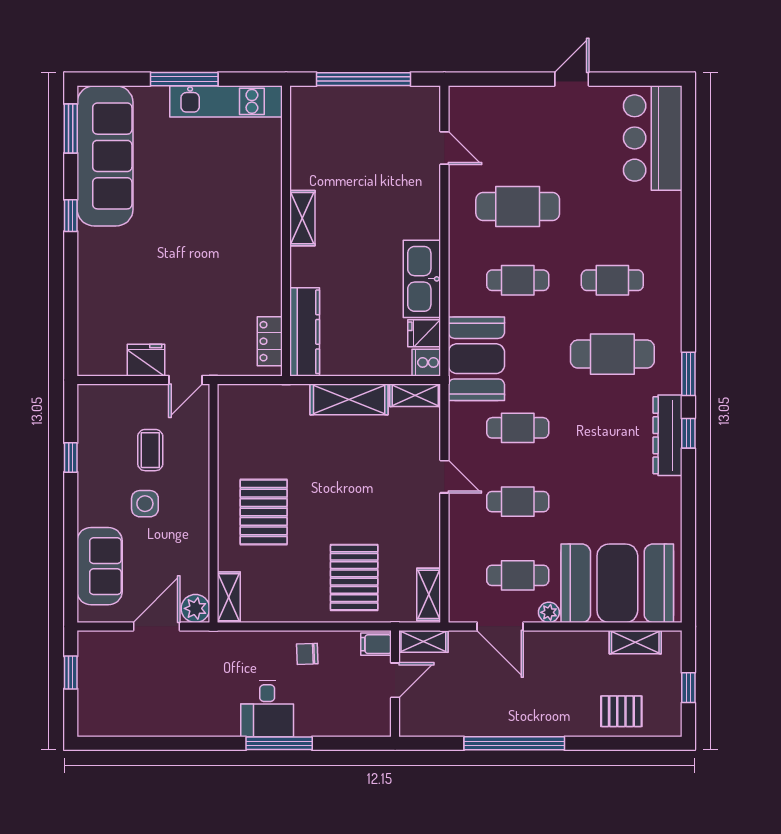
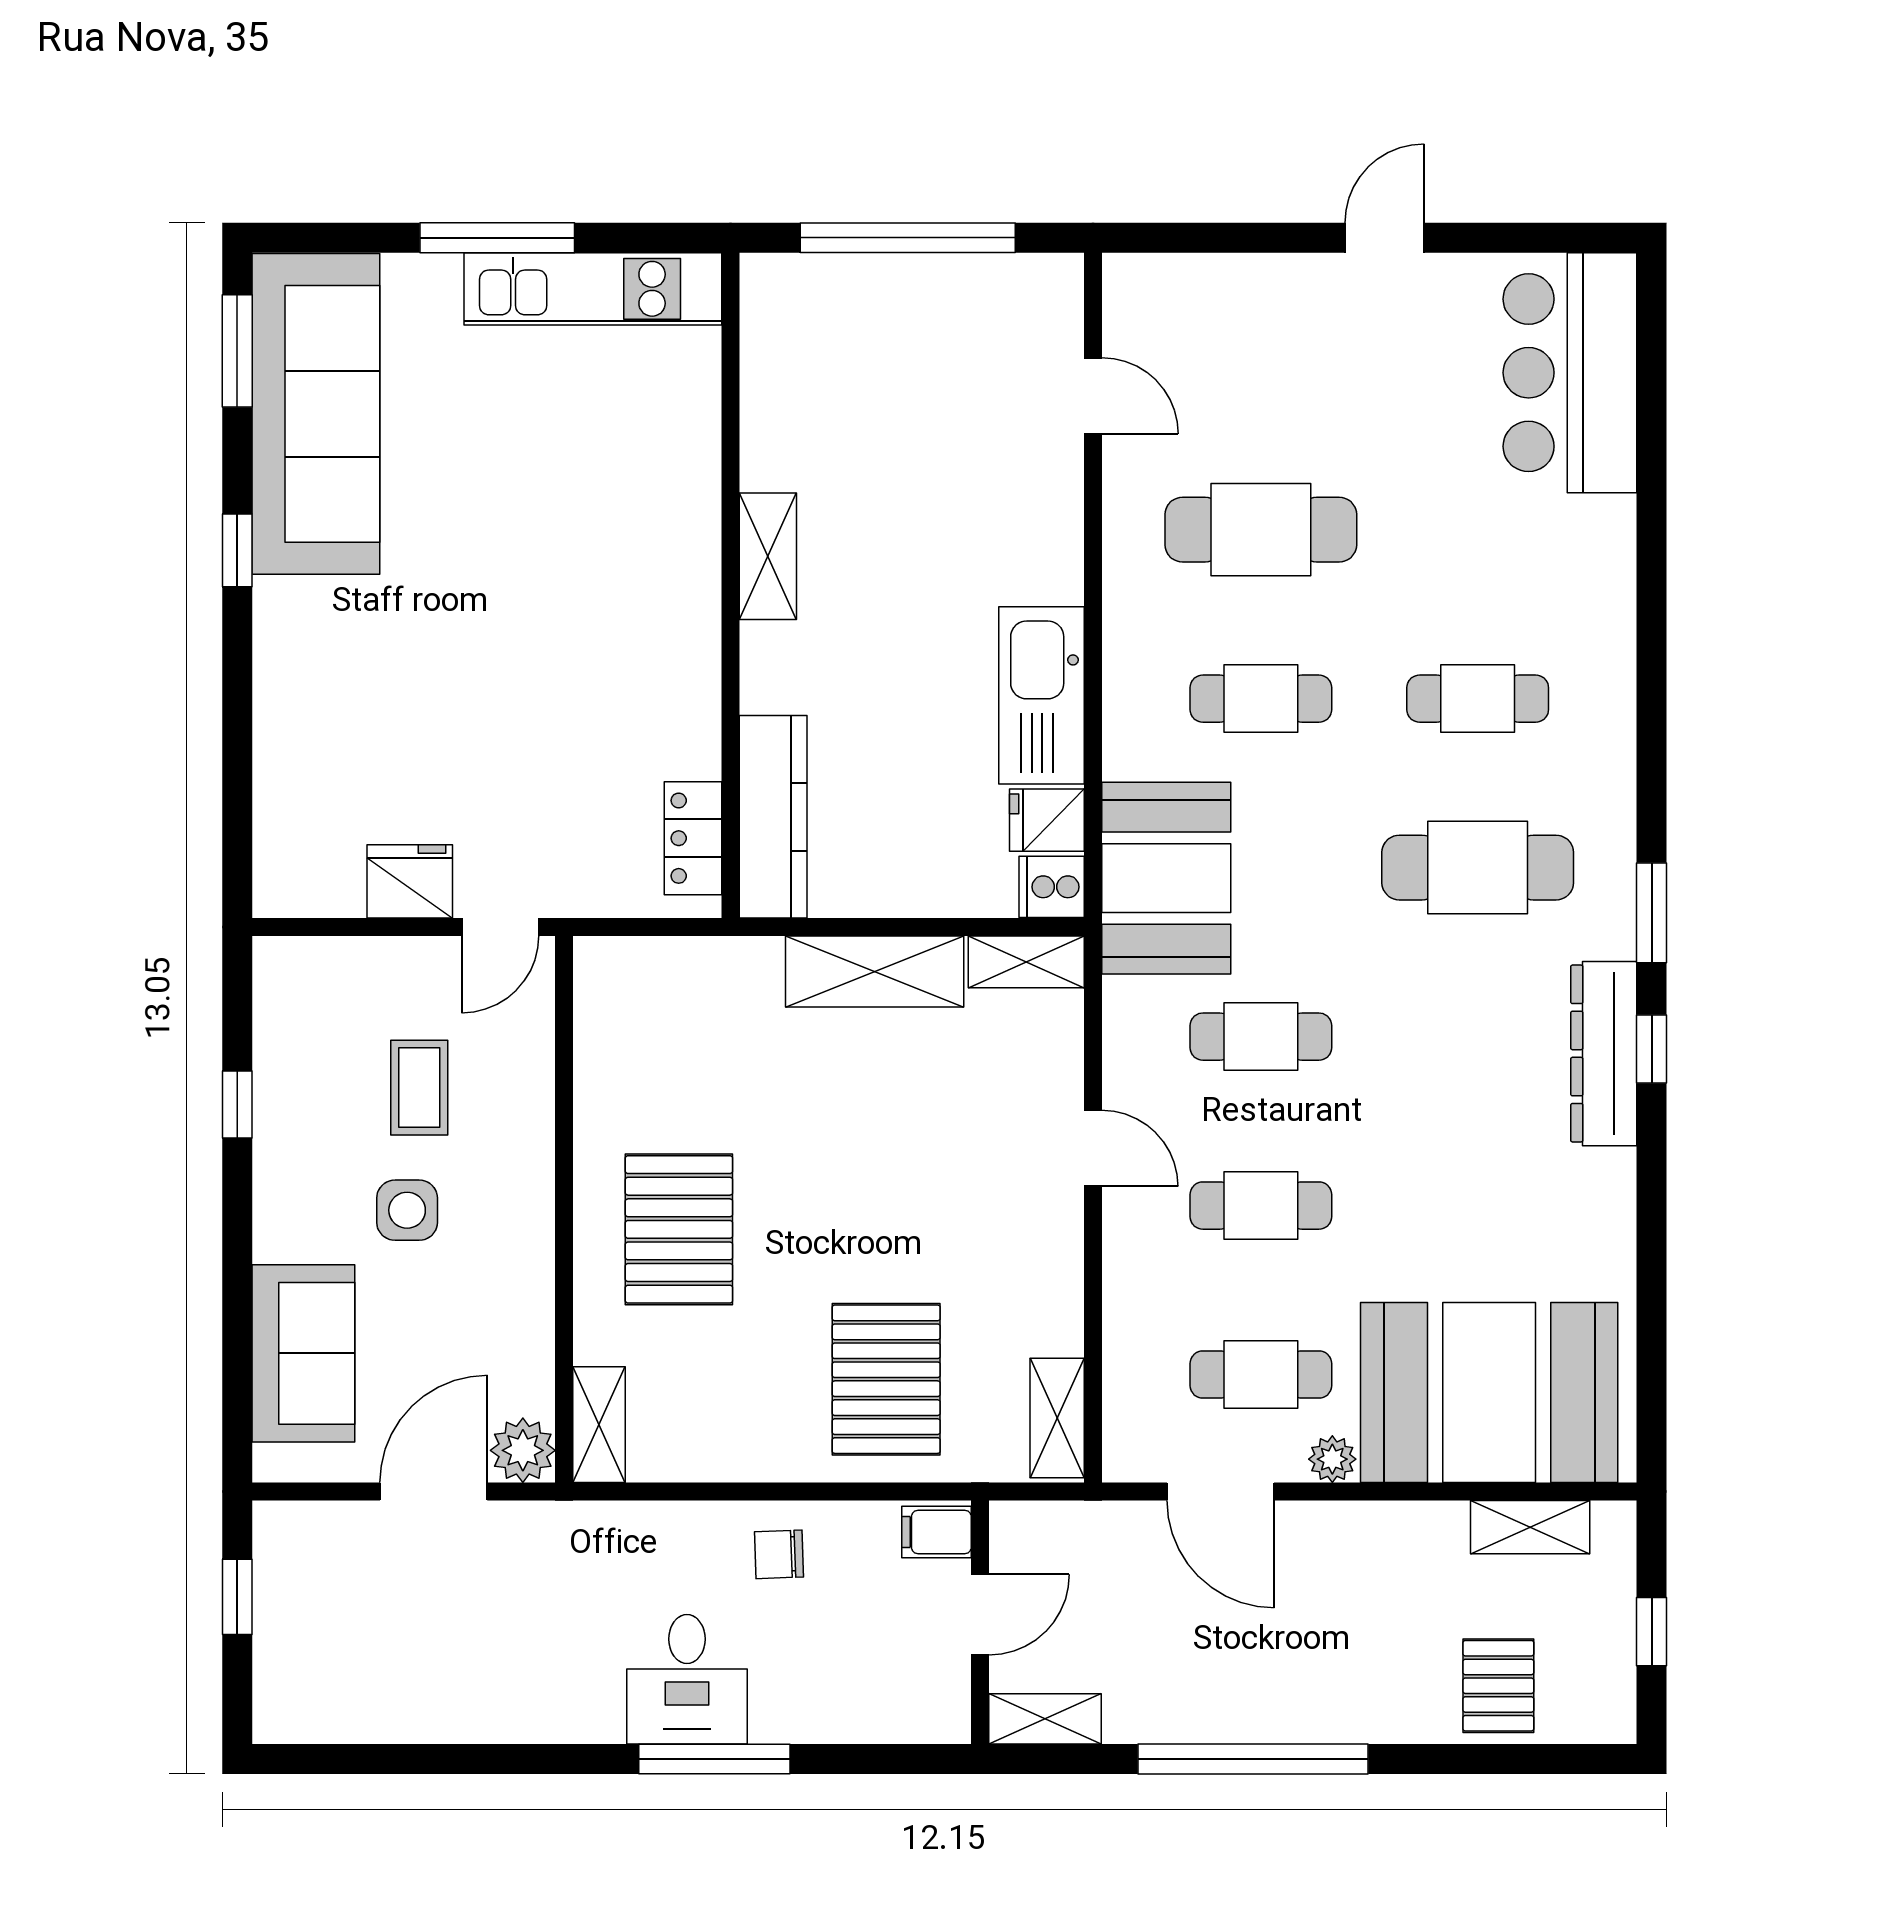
shelving: (423, 641) -> (1045, 1719), moved
pallet: (621, 711) -> (1498, 1686), turned 90

